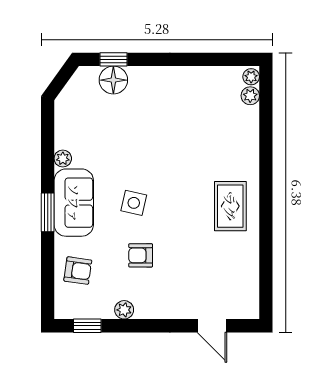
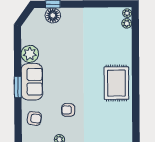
plant: (63, 159) -> (30, 54), width x1.88, depth x1.88
side table: (134, 203) -> (64, 82), removed
rug: (230, 206) -> (116, 83), width x1.36, depth x1.43

